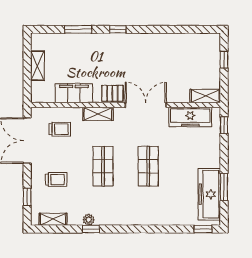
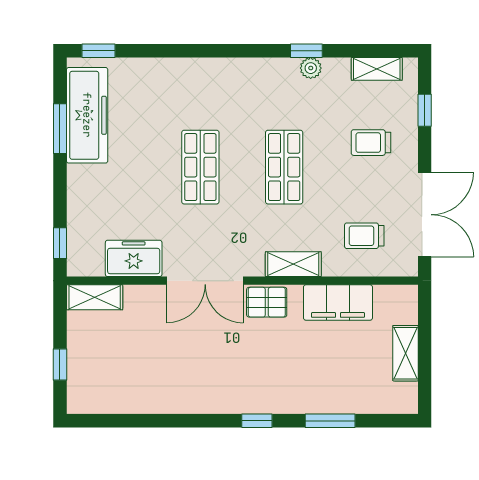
freezer: (190, 117) -> (134, 258), width x0.71

